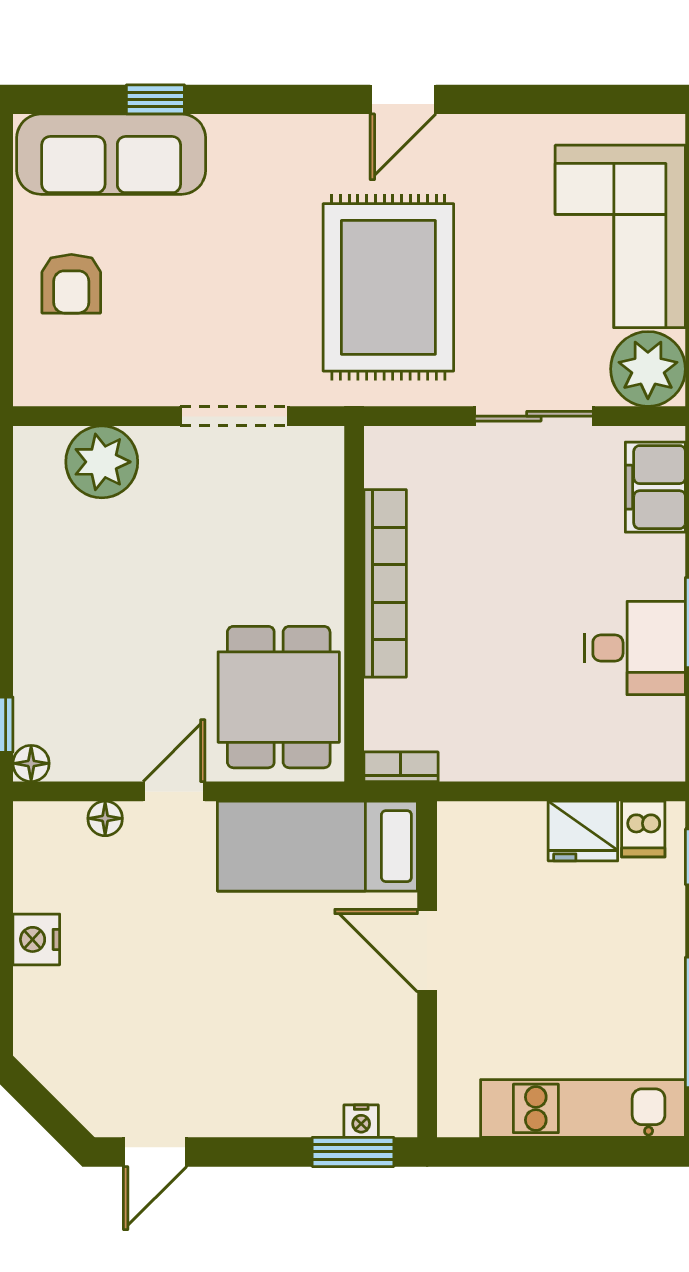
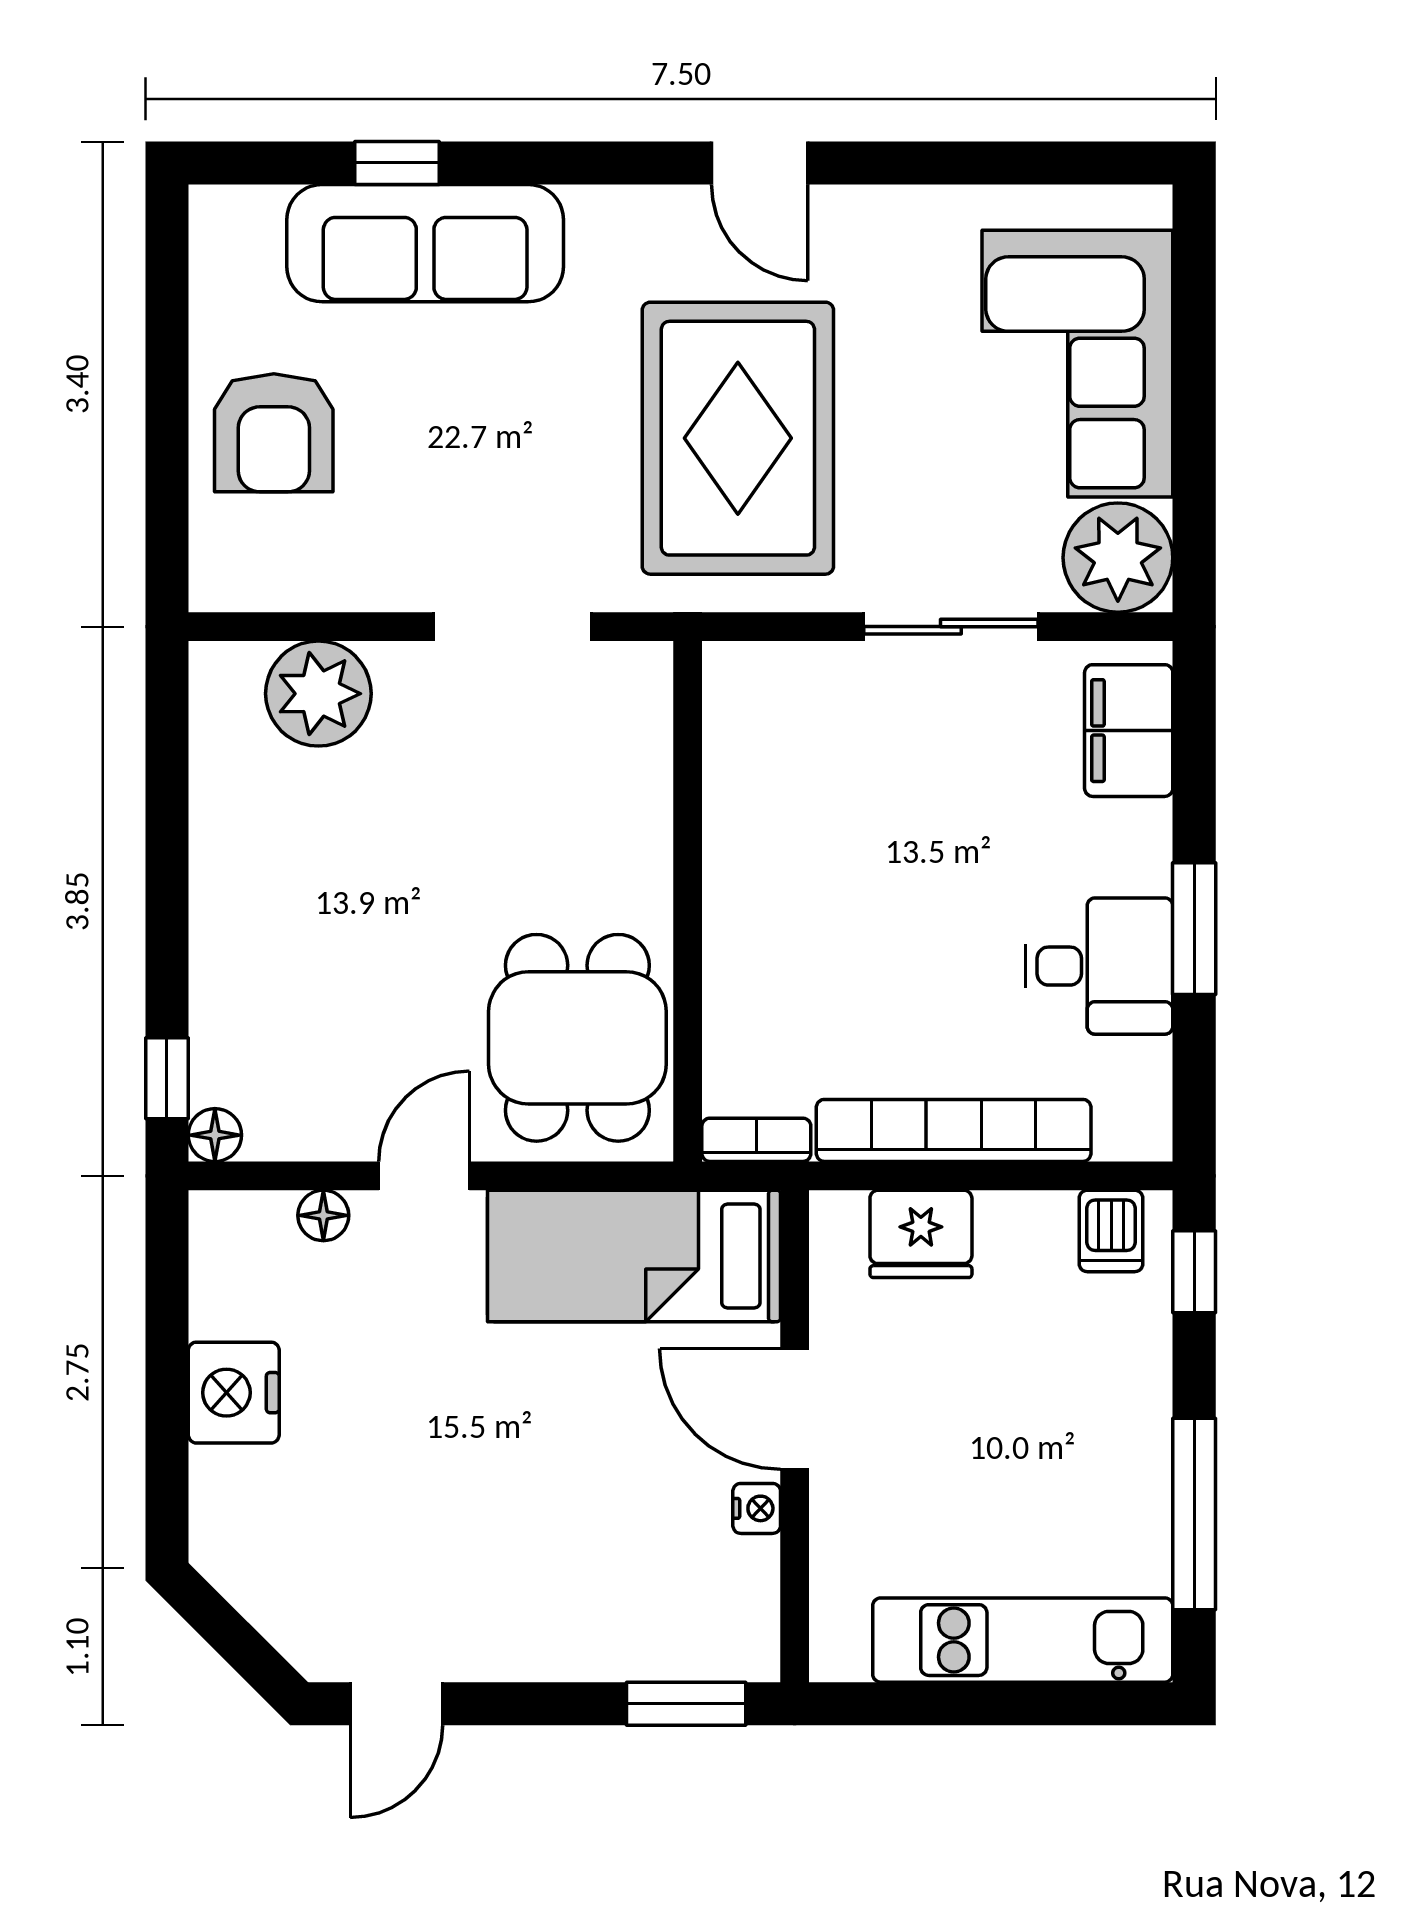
door: (403, 99) -> (759, 163), hinge flipped
sofa: (111, 154) -> (425, 243), moved
armchair: (71, 284) -> (274, 433), width x1.38, depth x1.38
bookcase: (385, 583) -> (954, 1130), moved, turned -90
fridge: (583, 831) -> (921, 1234), moved
nightstand: (36, 939) -> (234, 1393), width x1.36, depth x1.33
nightstand: (361, 1121) -> (757, 1508), moved, turned -90

